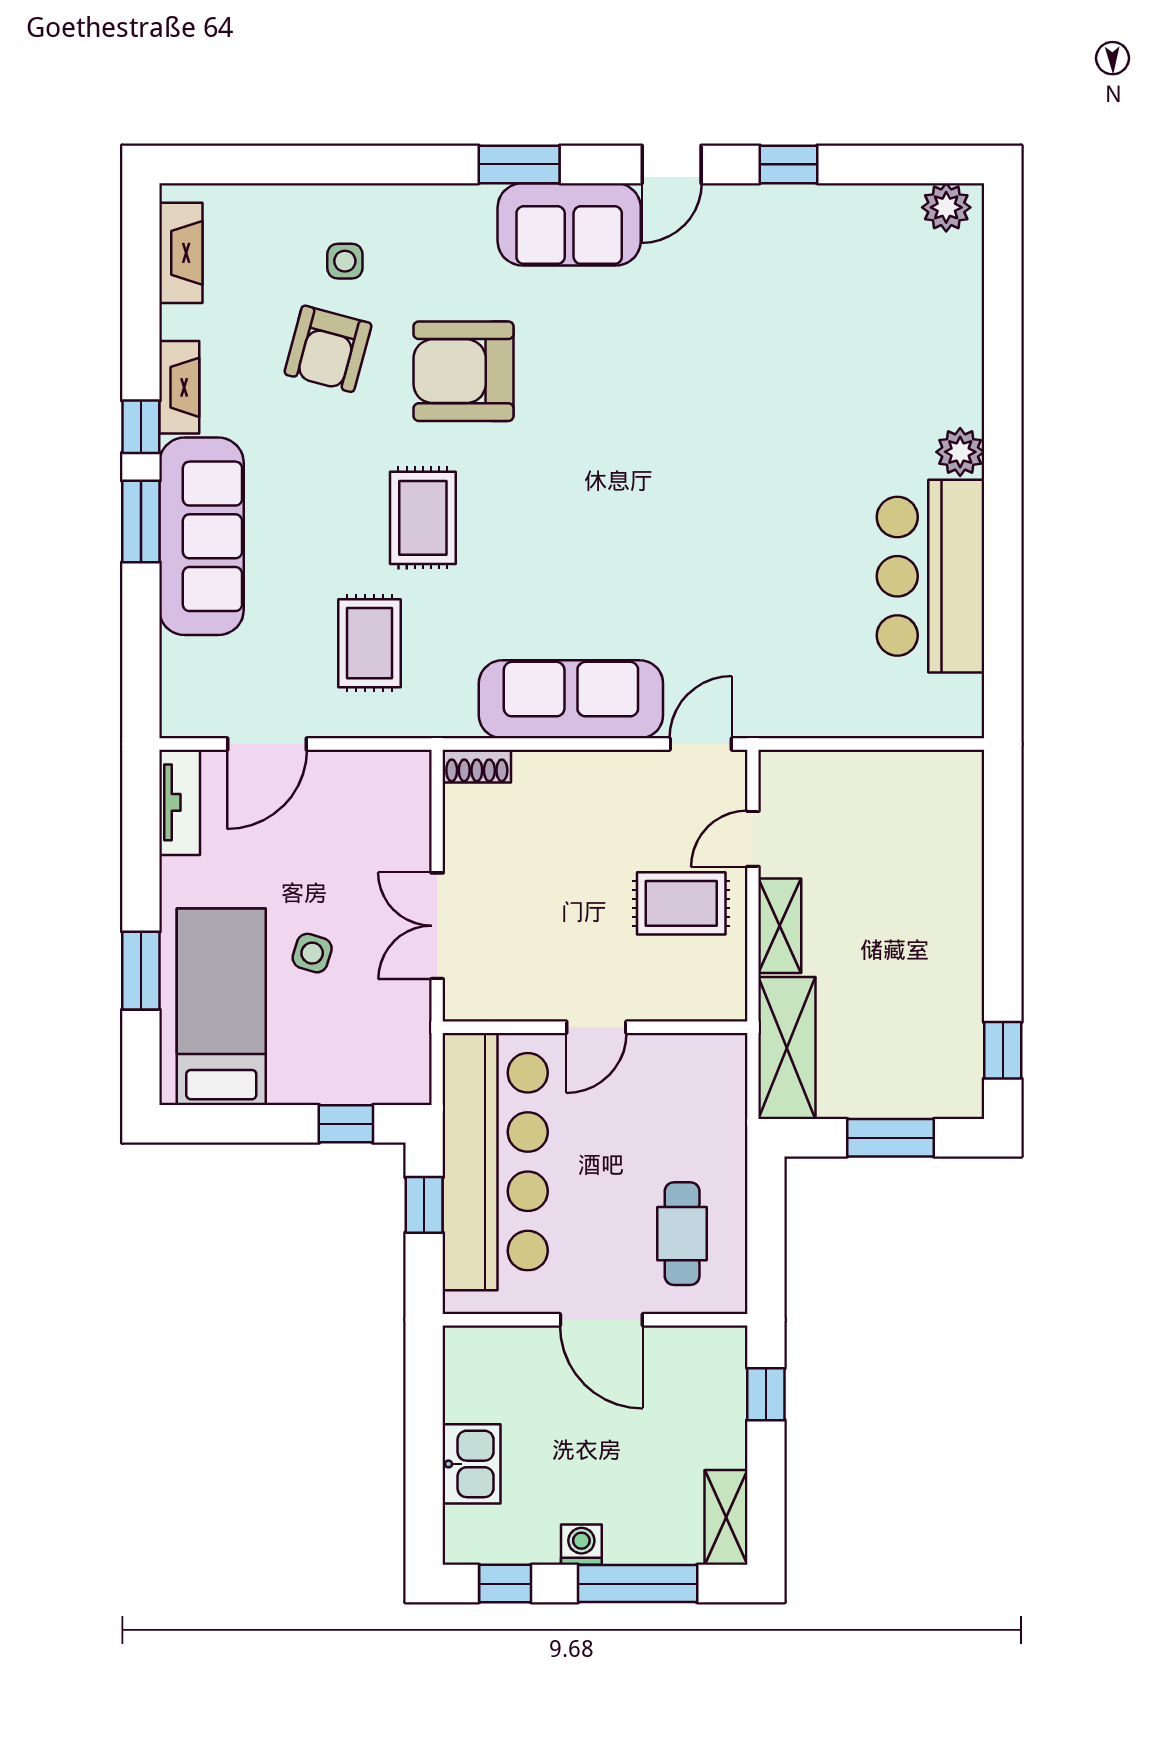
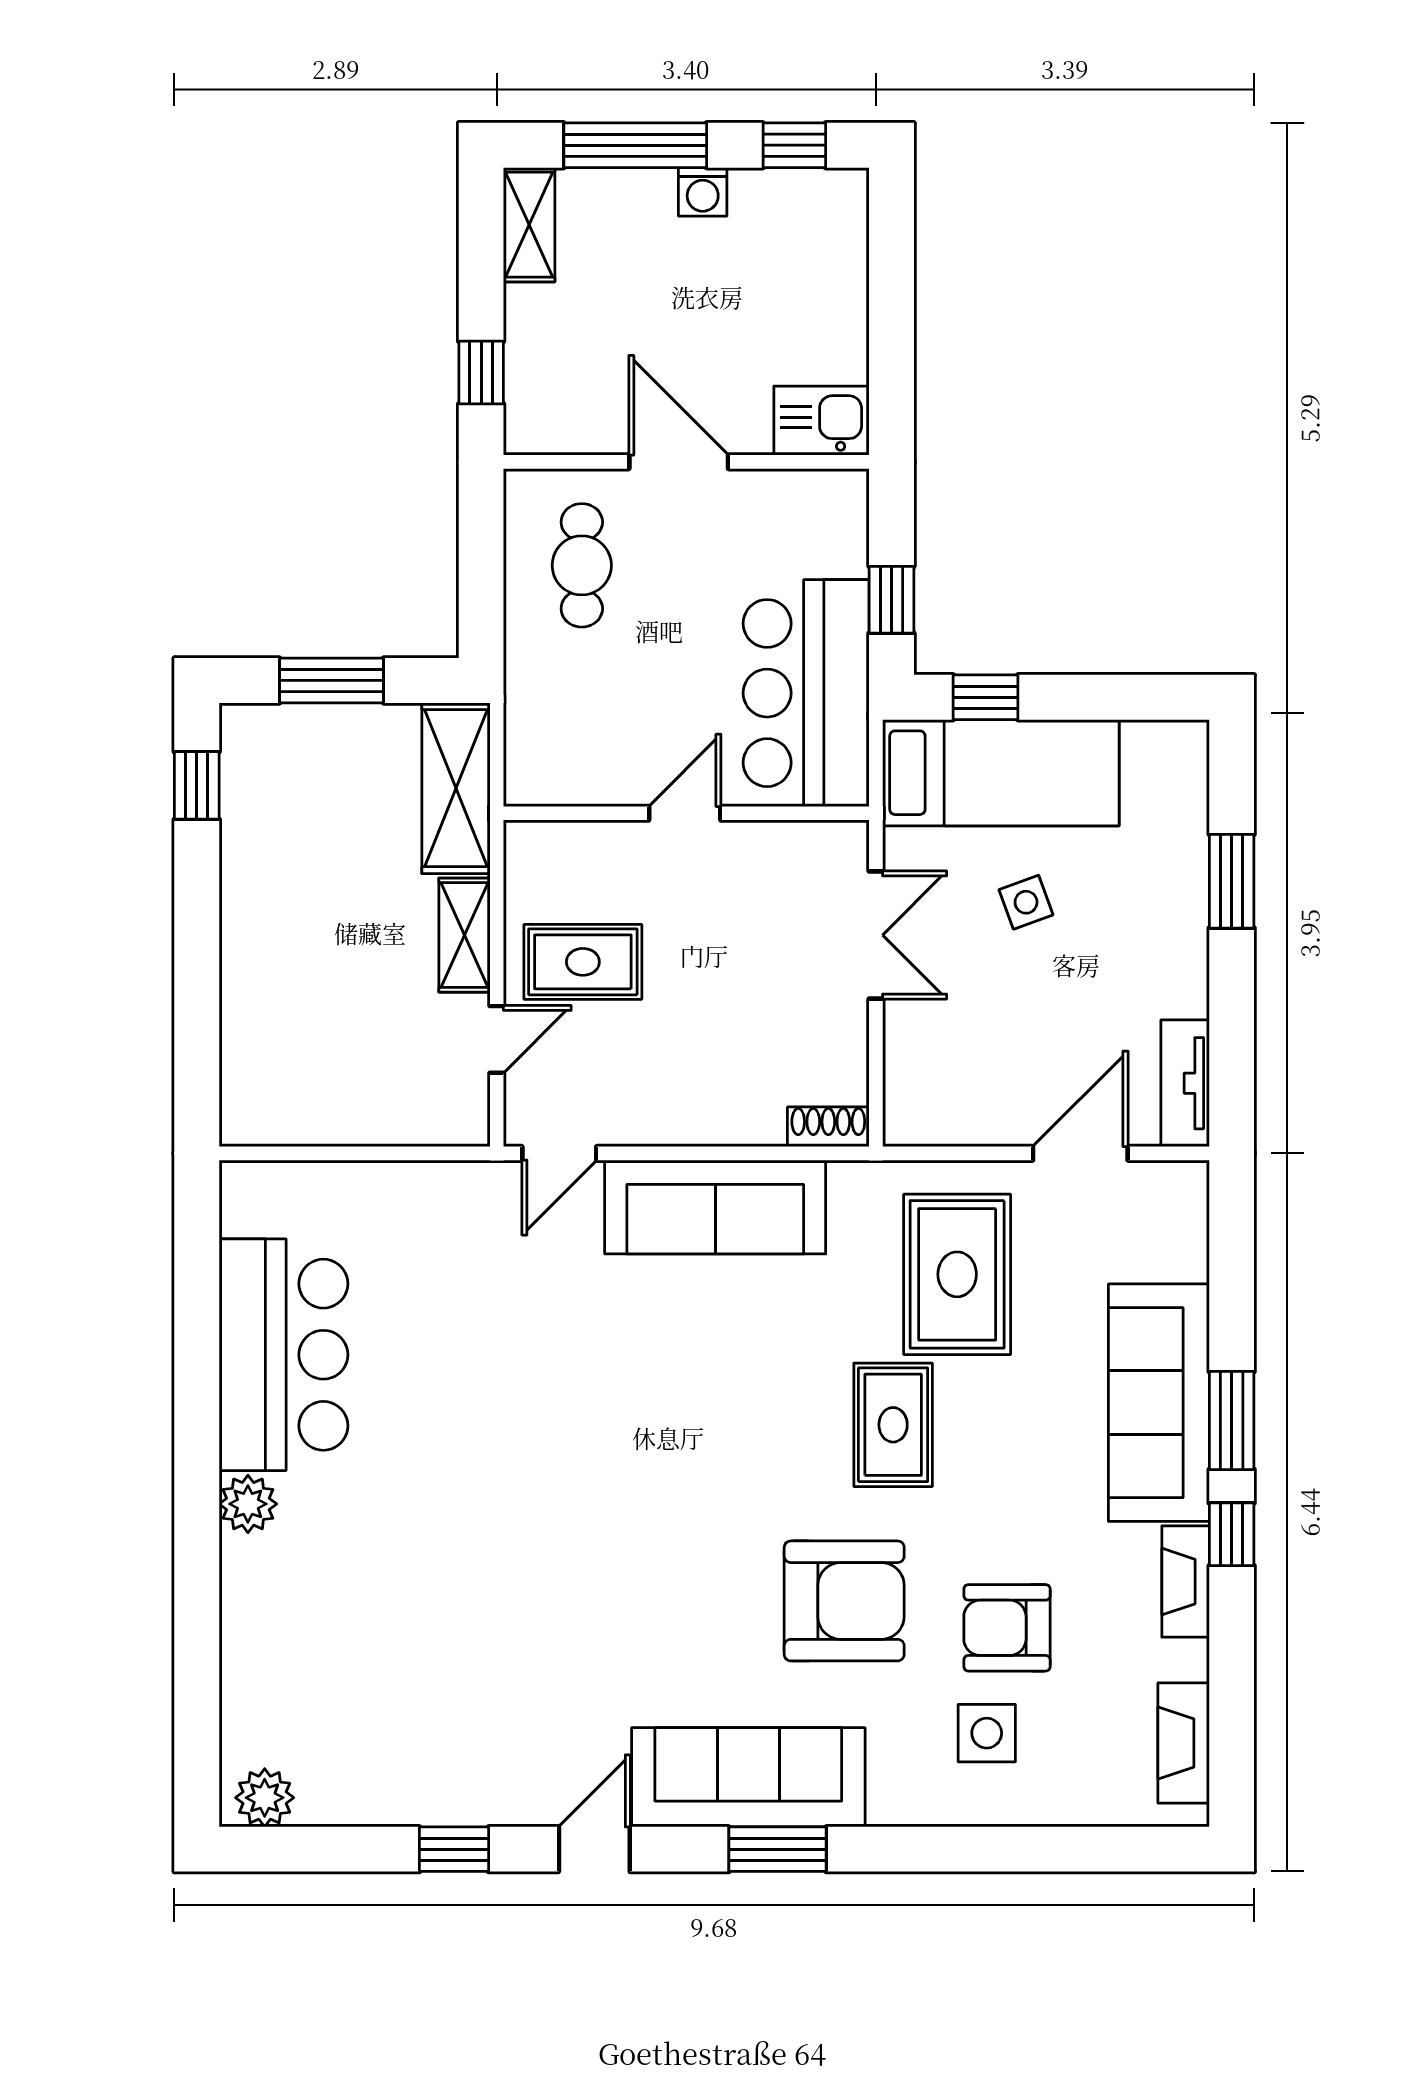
sofa: (569, 224) -> (748, 1777), width x1.36
side table: (345, 261) -> (987, 1733), width x1.37, depth x1.37
armchair: (328, 349) -> (1007, 1628), turned -105
rug: (369, 643) -> (957, 1274), width x1.36, depth x1.43
side table: (312, 953) -> (1026, 902), turned -37
bed: (221, 1007) -> (1001, 773), moved, turned -90
bar counter: (495, 1162) -> (806, 693), width x0.73
kitchen sink: (472, 1464) -> (822, 421), moved, turned 90

